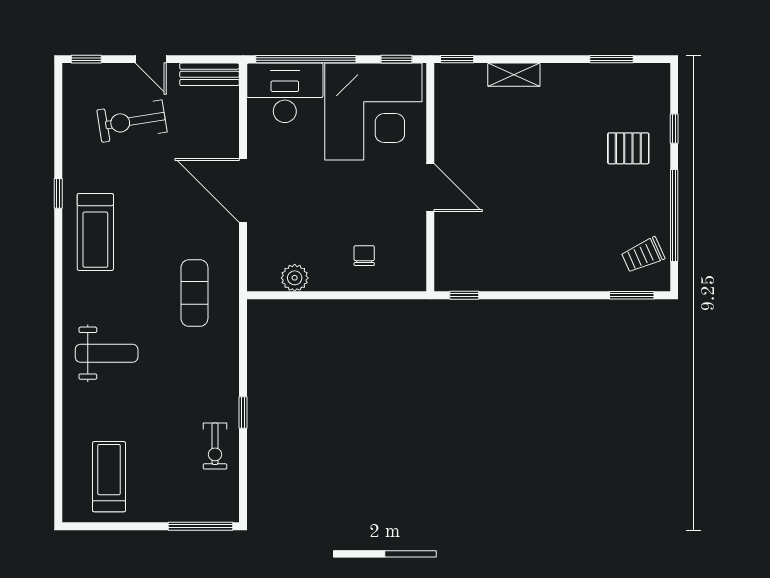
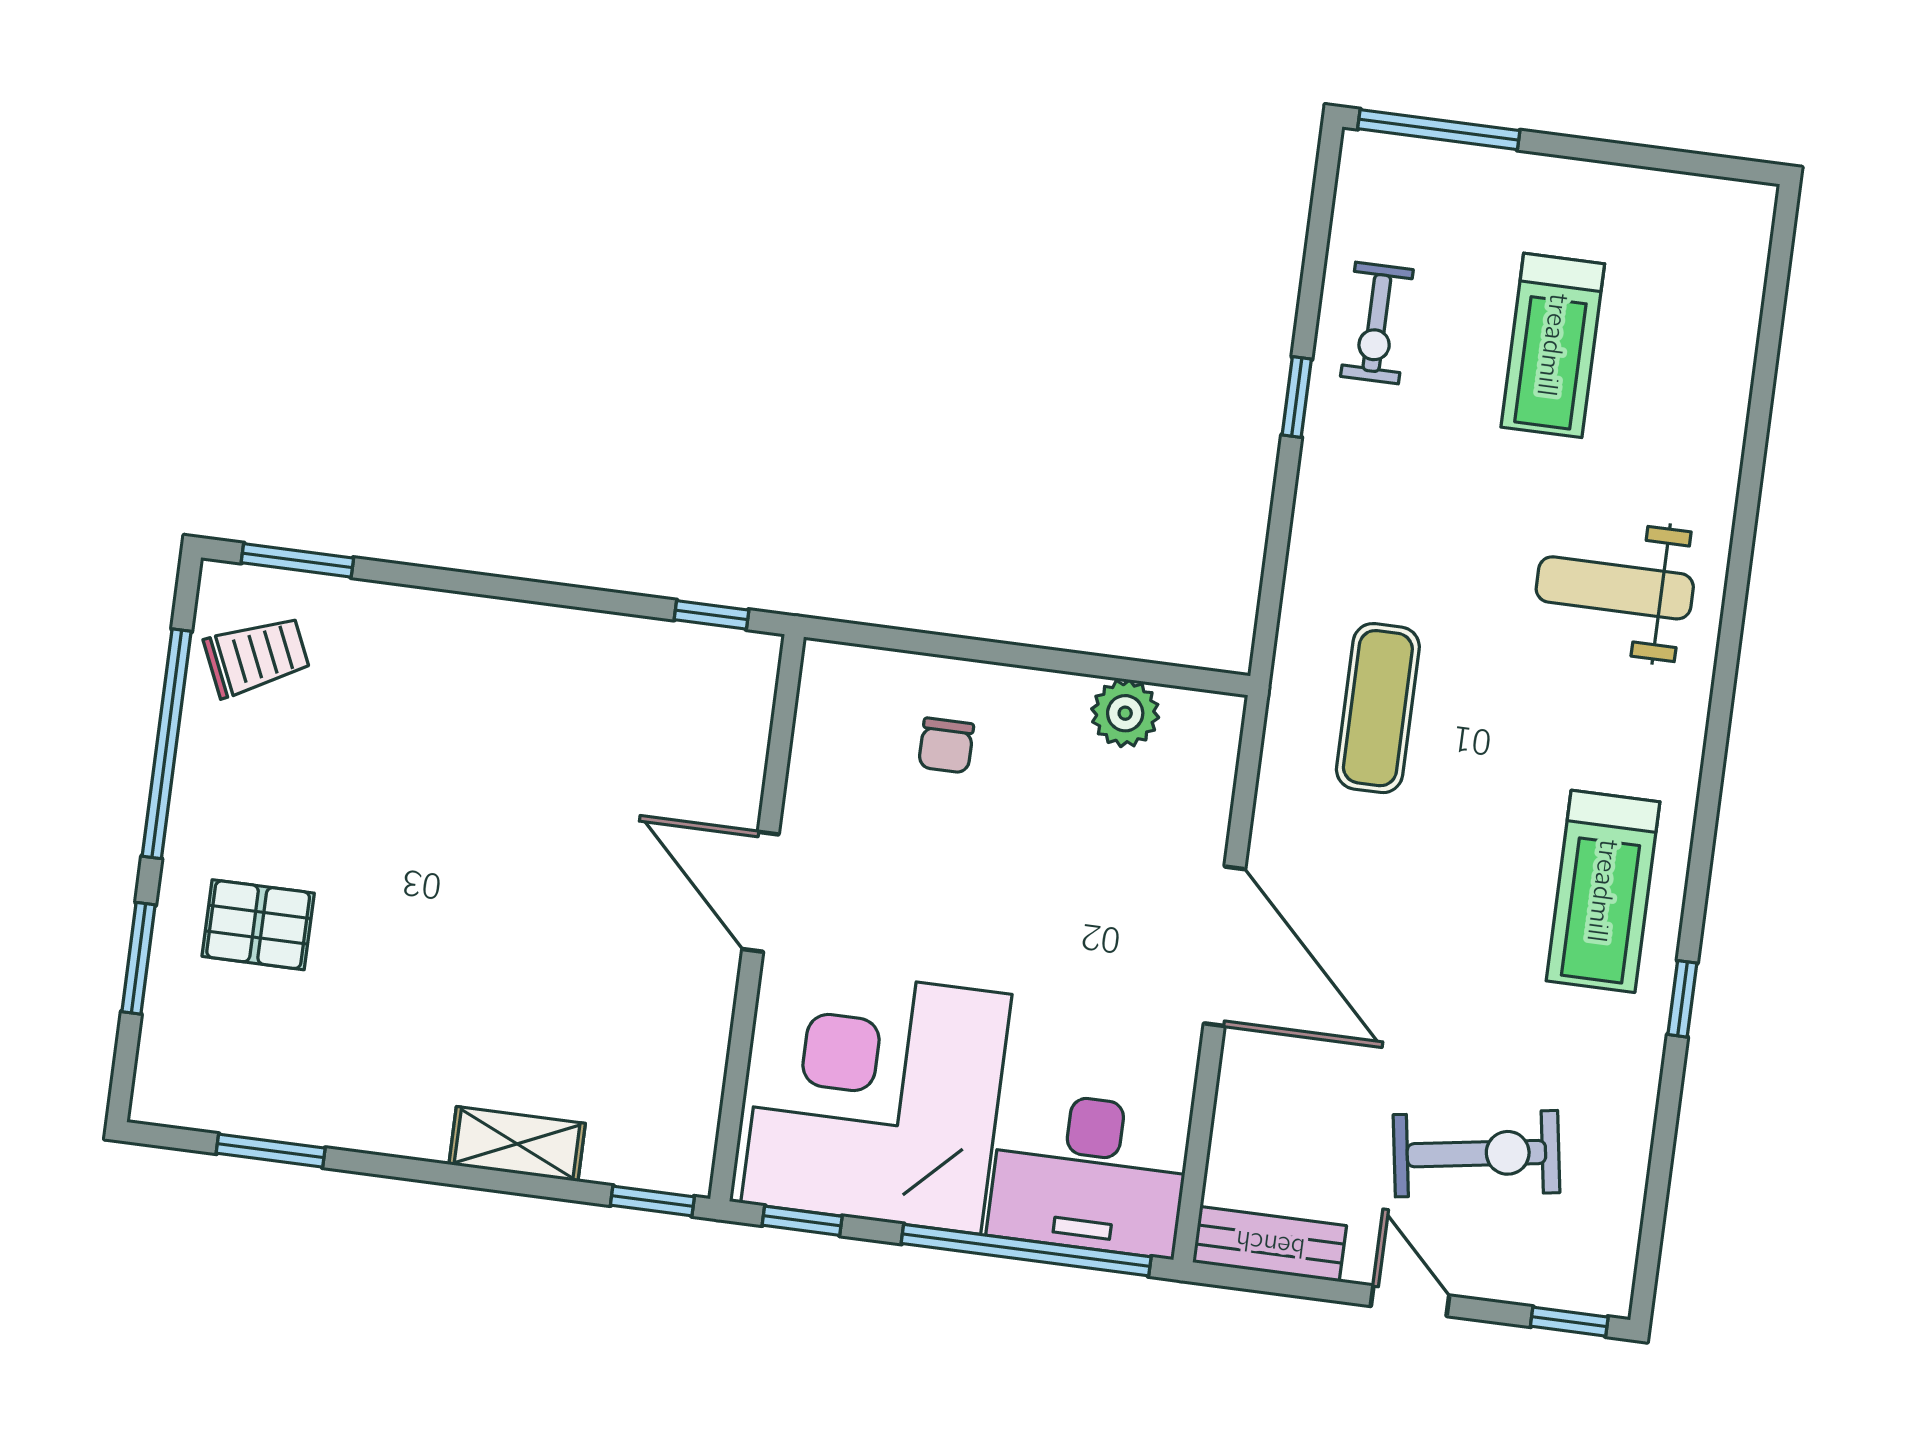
window: (674, 129) -> (138, 958), width x1.50
treadmill: (95, 232) -> (1603, 891), turned 180
exercise bike: (215, 446) -> (1377, 323), turned 180
treadmill: (109, 477) -> (1553, 345), moved

